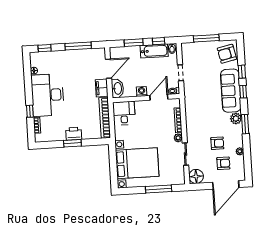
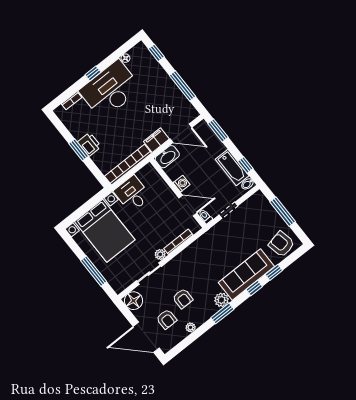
window: (134, 43) -> (218, 130), moved
window: (30, 111) -> (93, 73), moved
desk: (124, 113) -> (132, 194), moved, turned -90

